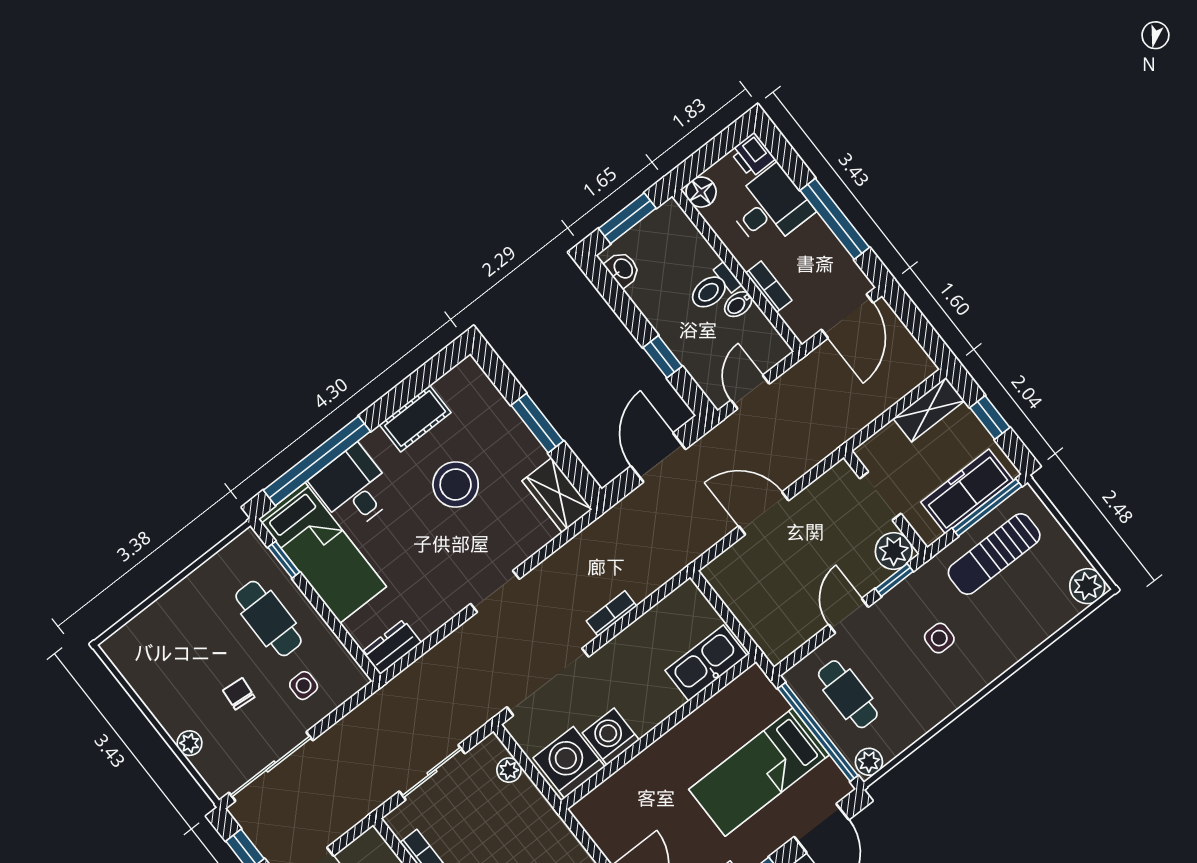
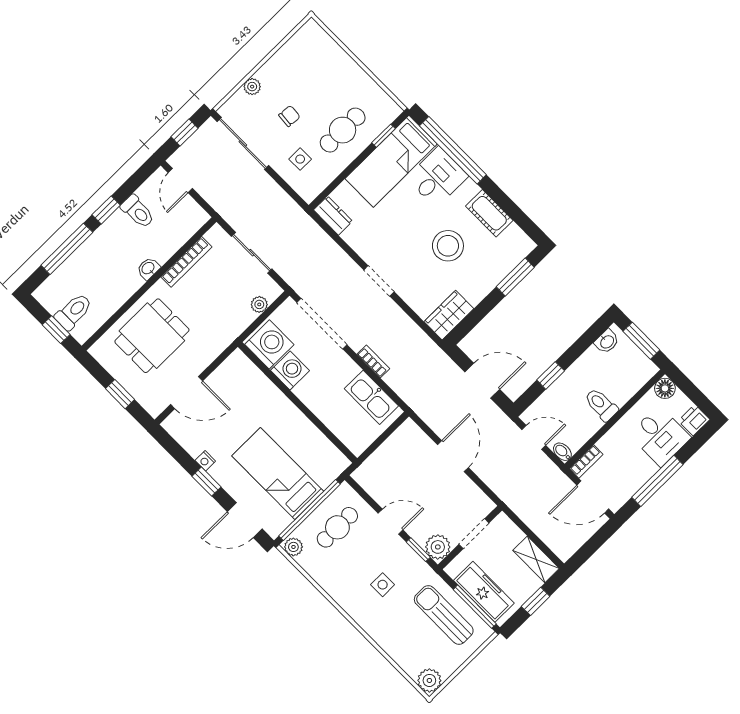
bookcase: (769, 287) -> (586, 462), moved
bidet: (738, 304) -> (562, 452), moved
window: (537, 423) -> (515, 277), moved
kitchen sink: (706, 663) -> (371, 397), moved, turned 180

